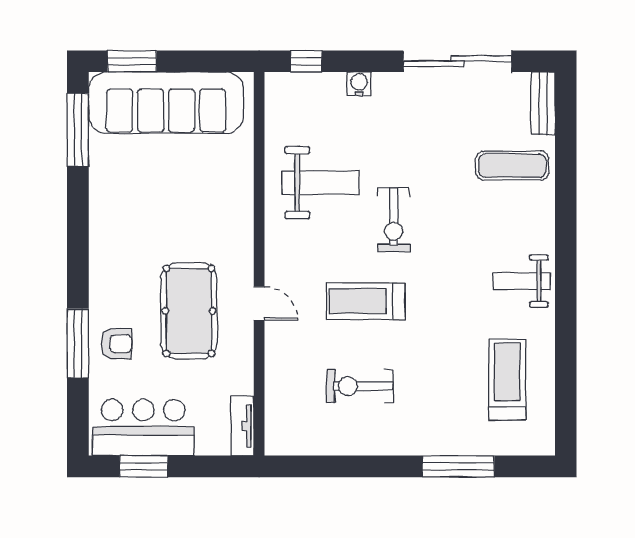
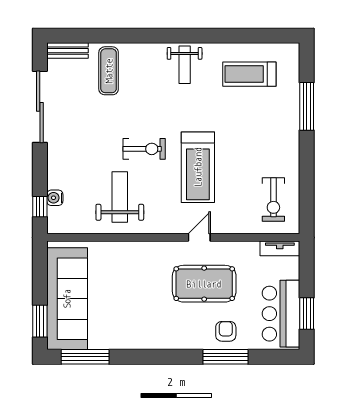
water cooler: (359, 84) -> (55, 198), moved
treadmill: (366, 301) -> (198, 167), width x1.37, depth x1.38
exercise bike: (360, 386) -> (273, 199), moved

